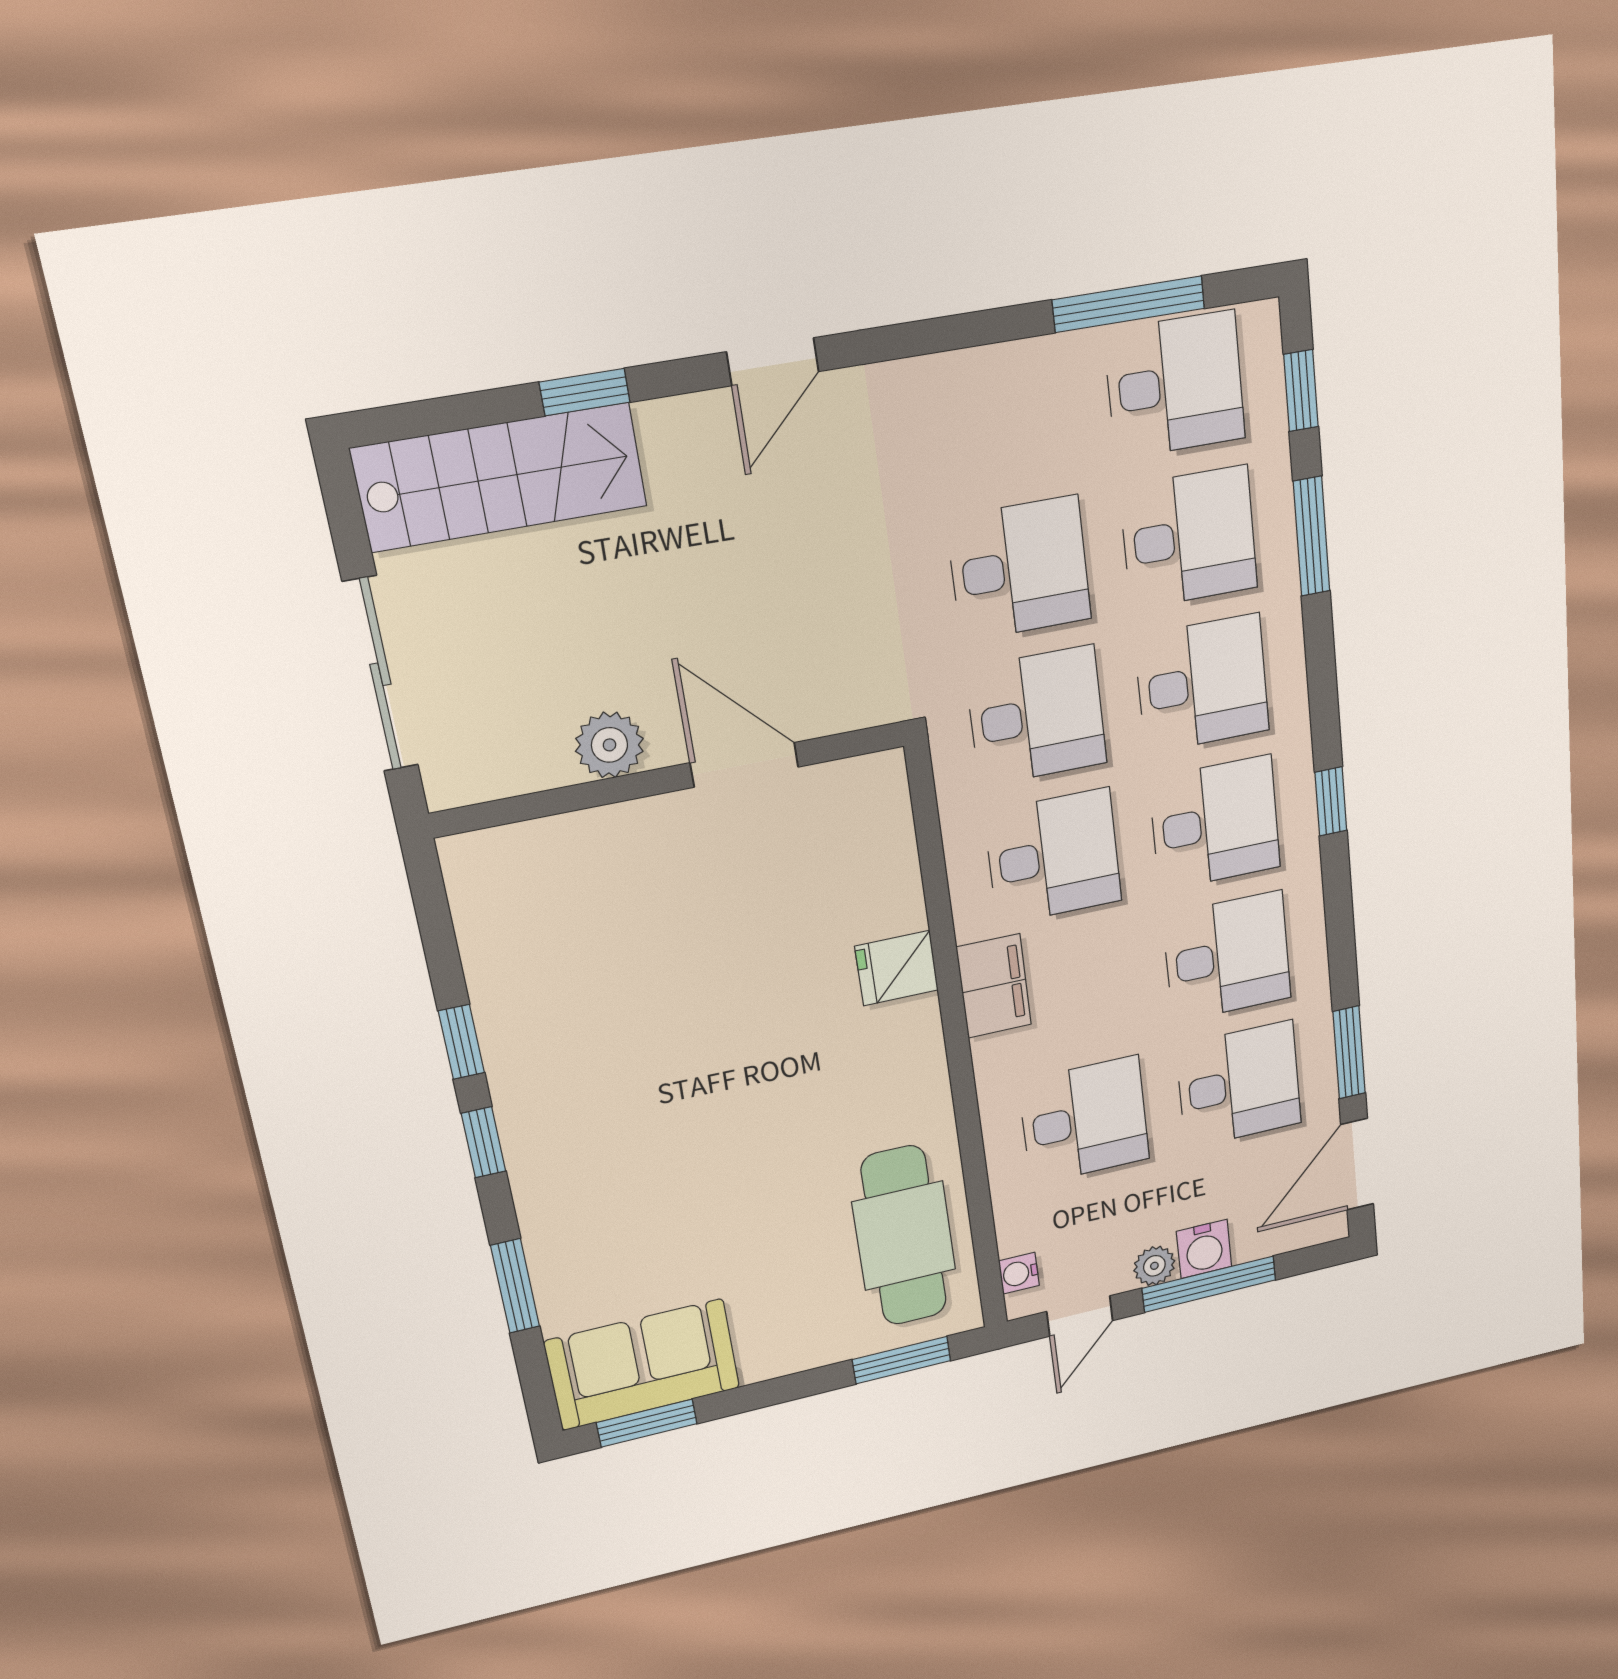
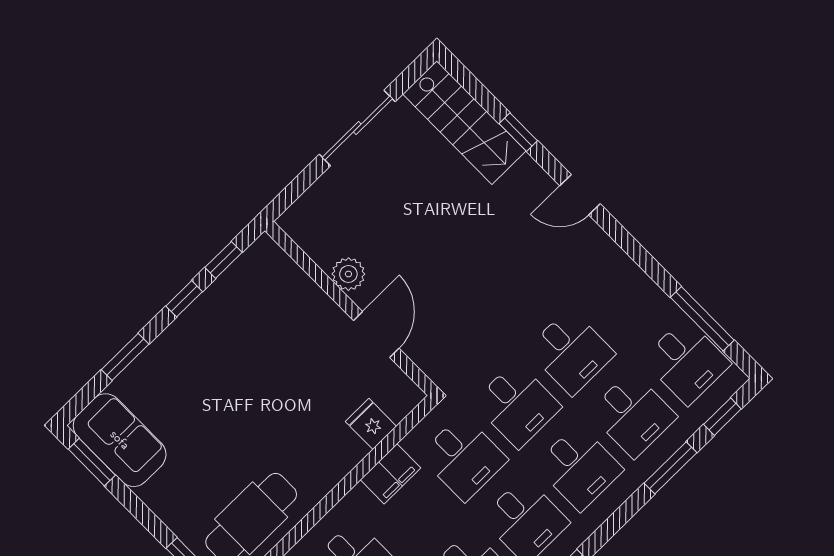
plant: (609, 745) -> (348, 274), moved
door: (744, 765) -> (376, 334), moved
wall: (671, 779) -> (351, 309), moved

